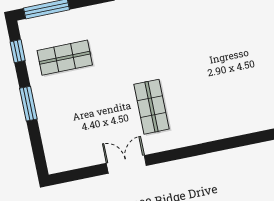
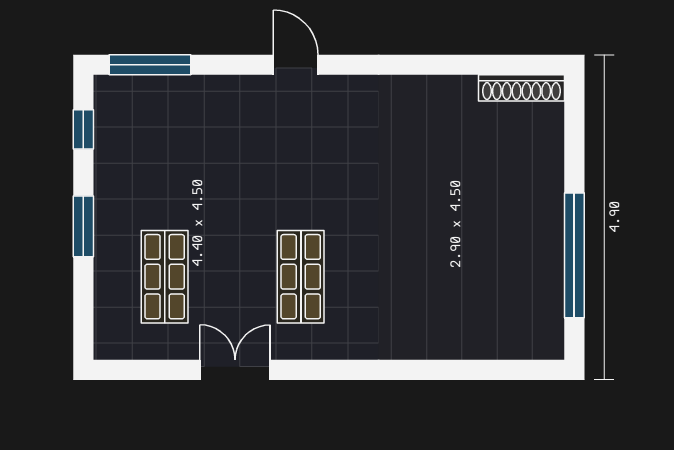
shop shelf: (65, 58) -> (165, 277), moved, turned 90

